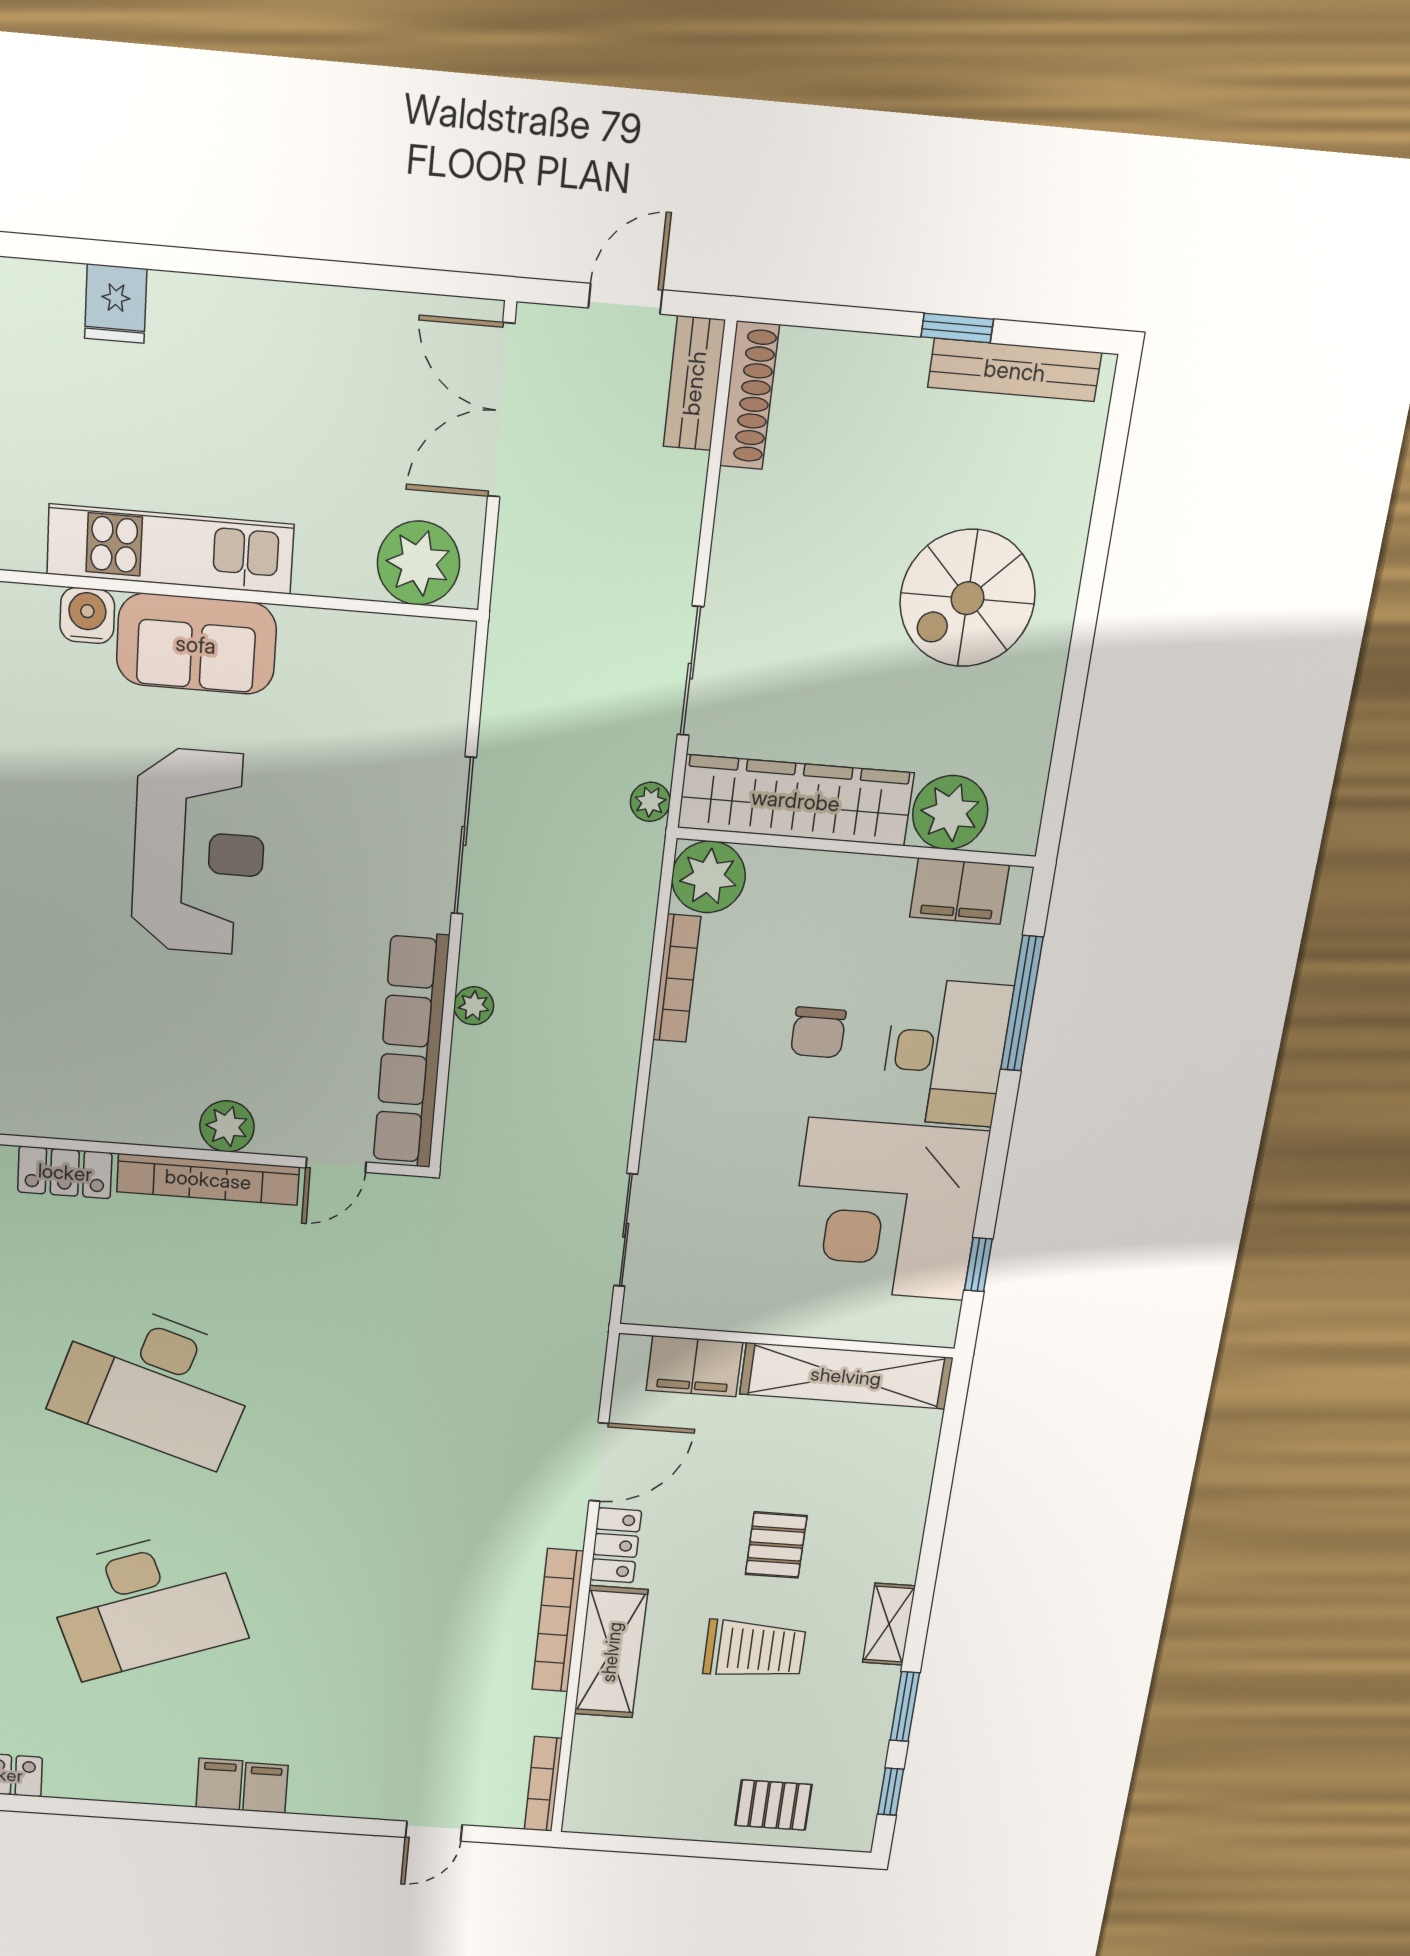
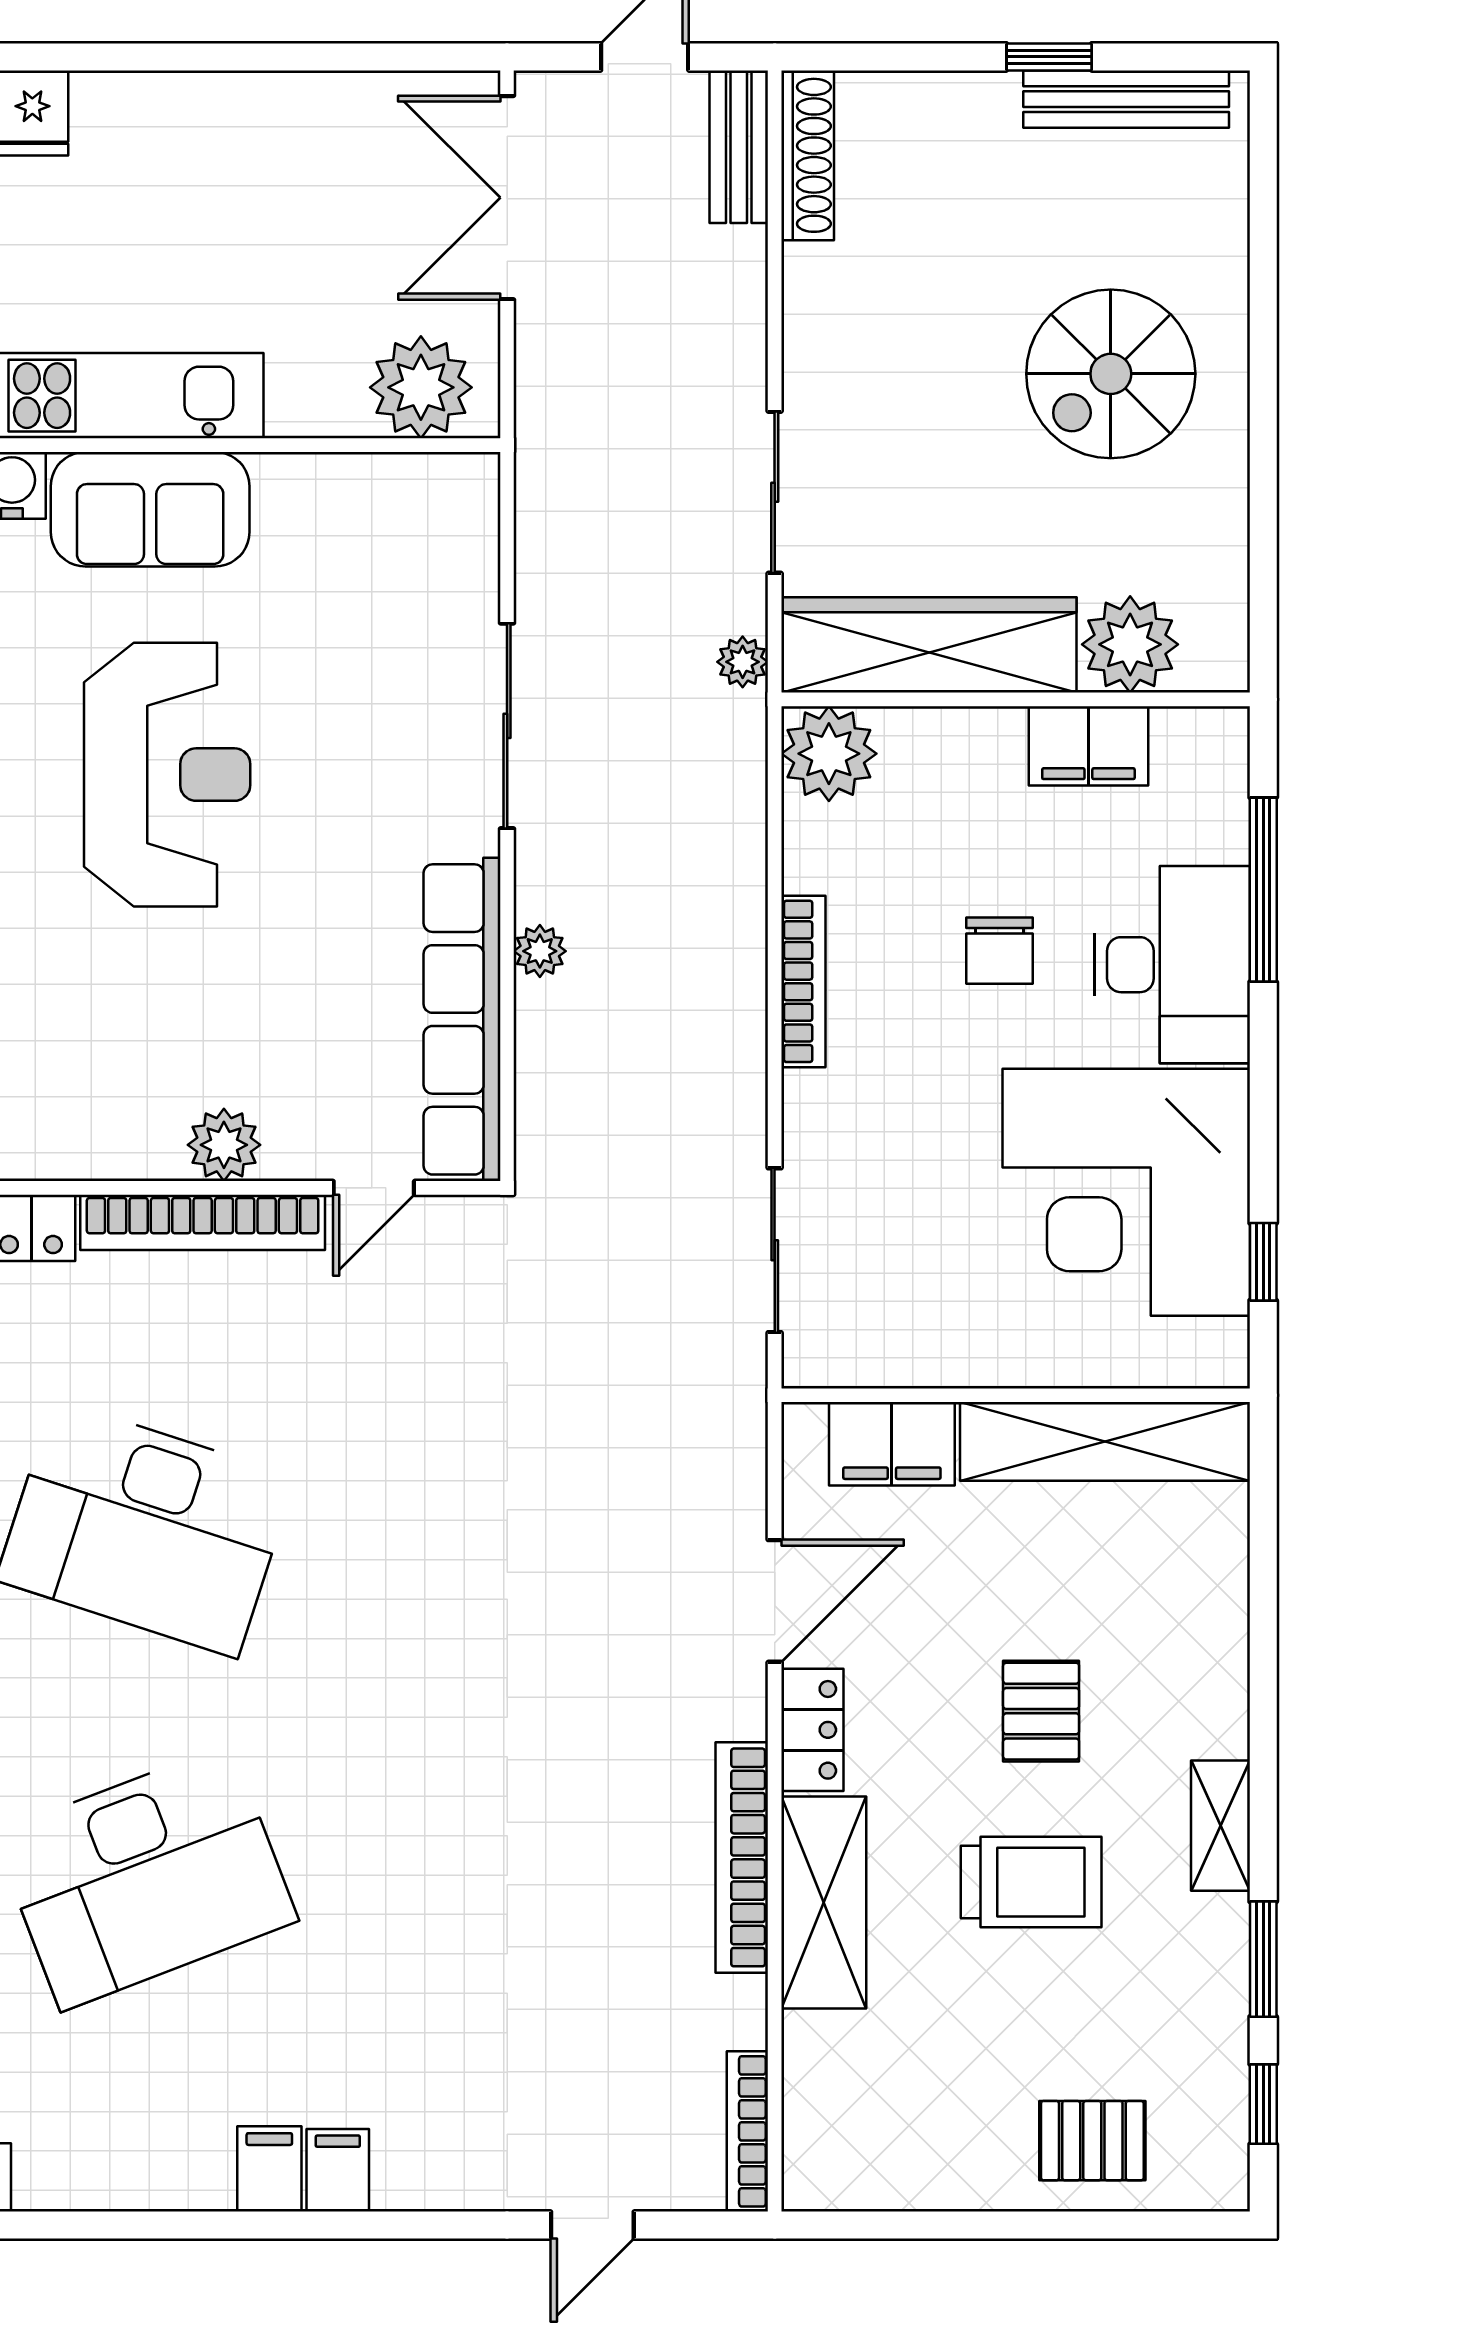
filing cabinet: (959, 891) -> (1088, 746), moved
bookcase: (677, 979) -> (803, 981), moved

